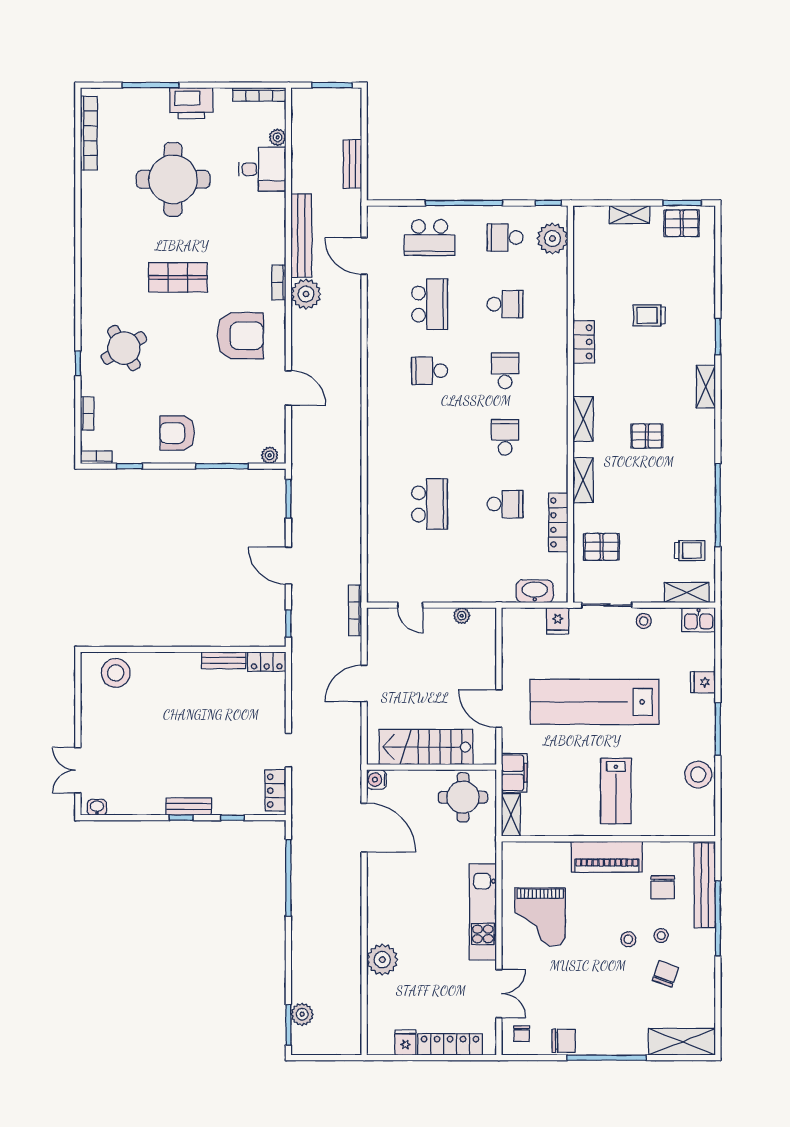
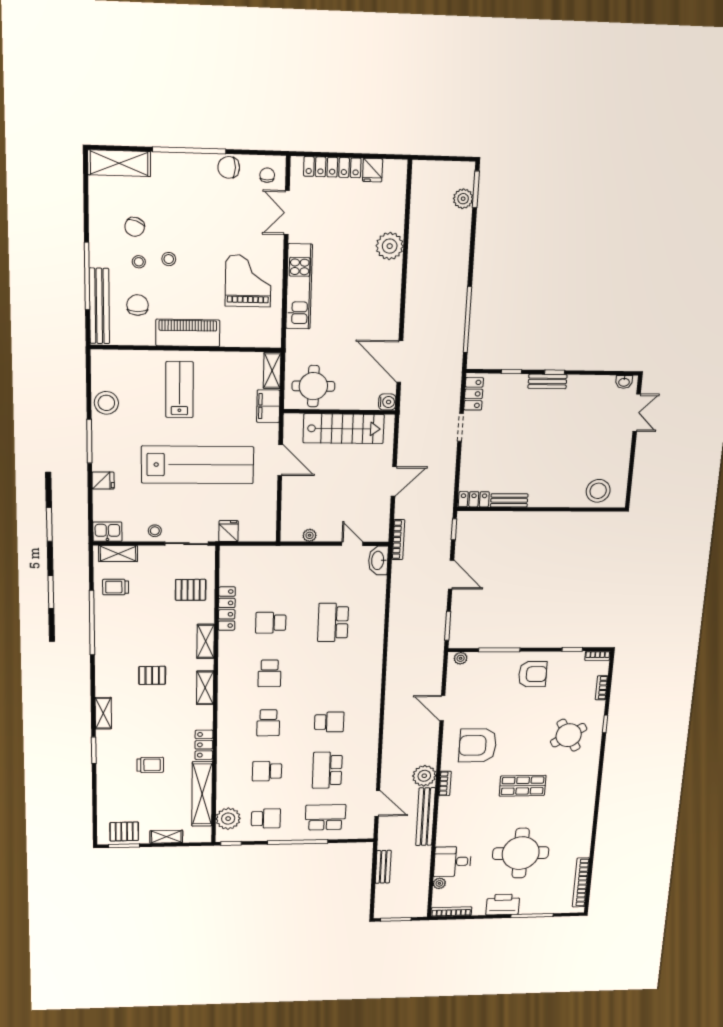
shelving: (585, 274) -> (202, 794), added
washbasin: (535, 591) -> (378, 560), moved, turned 90

